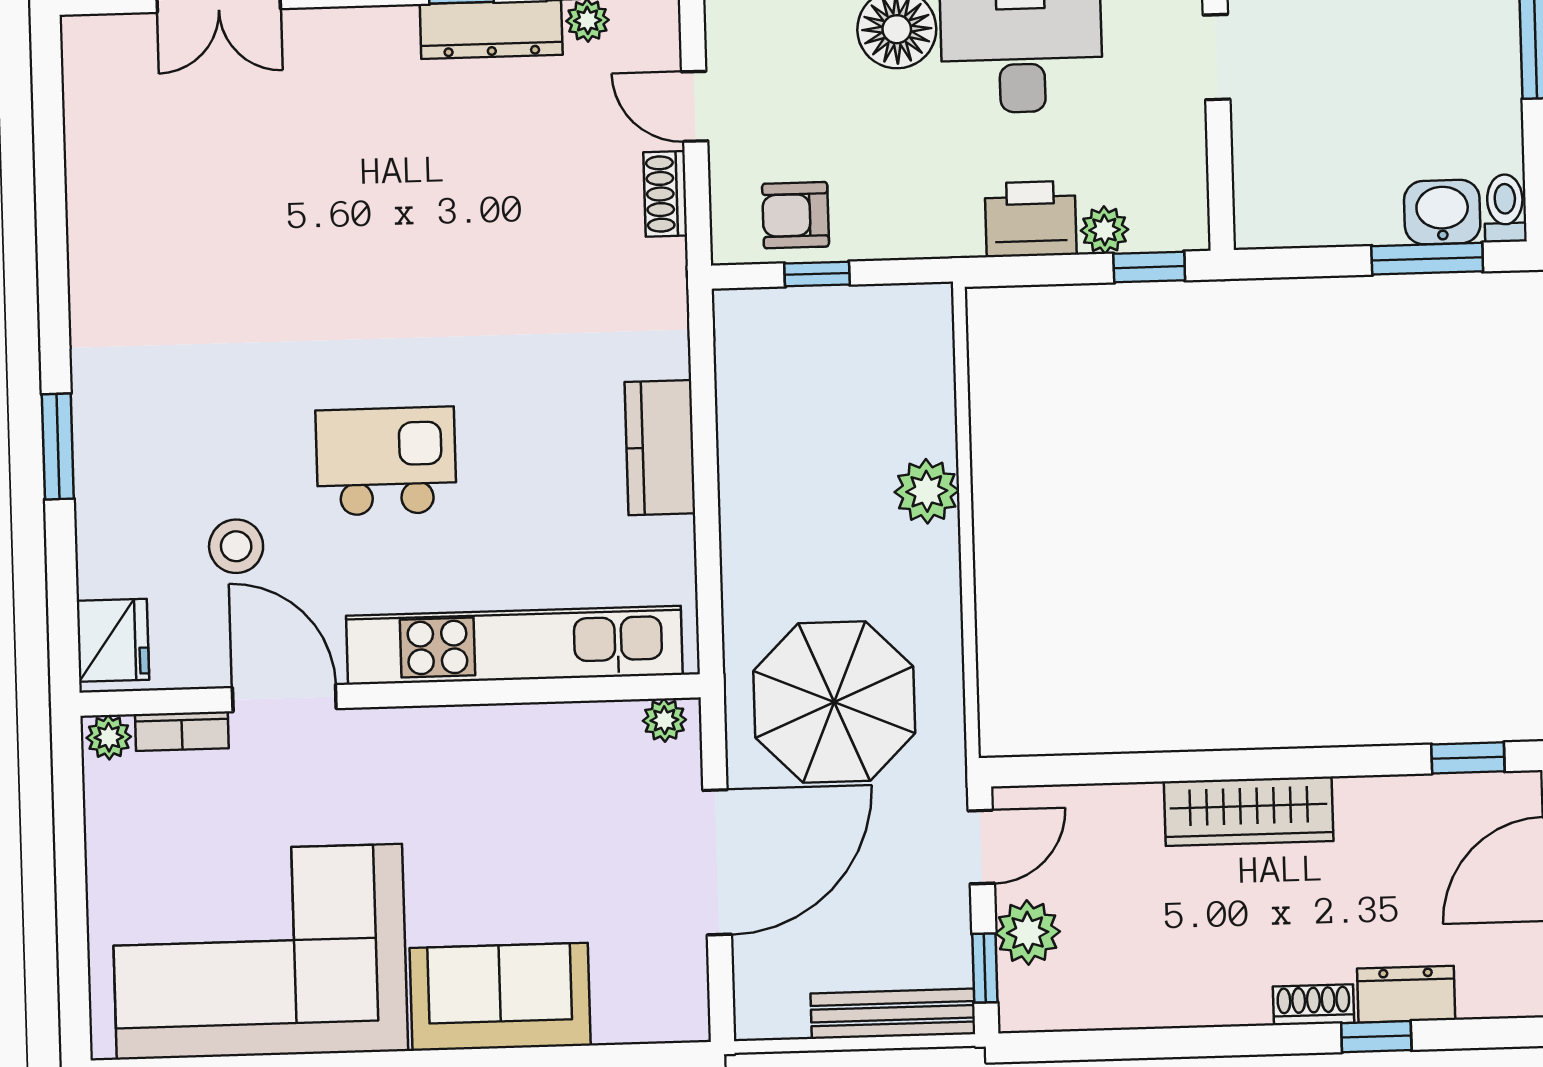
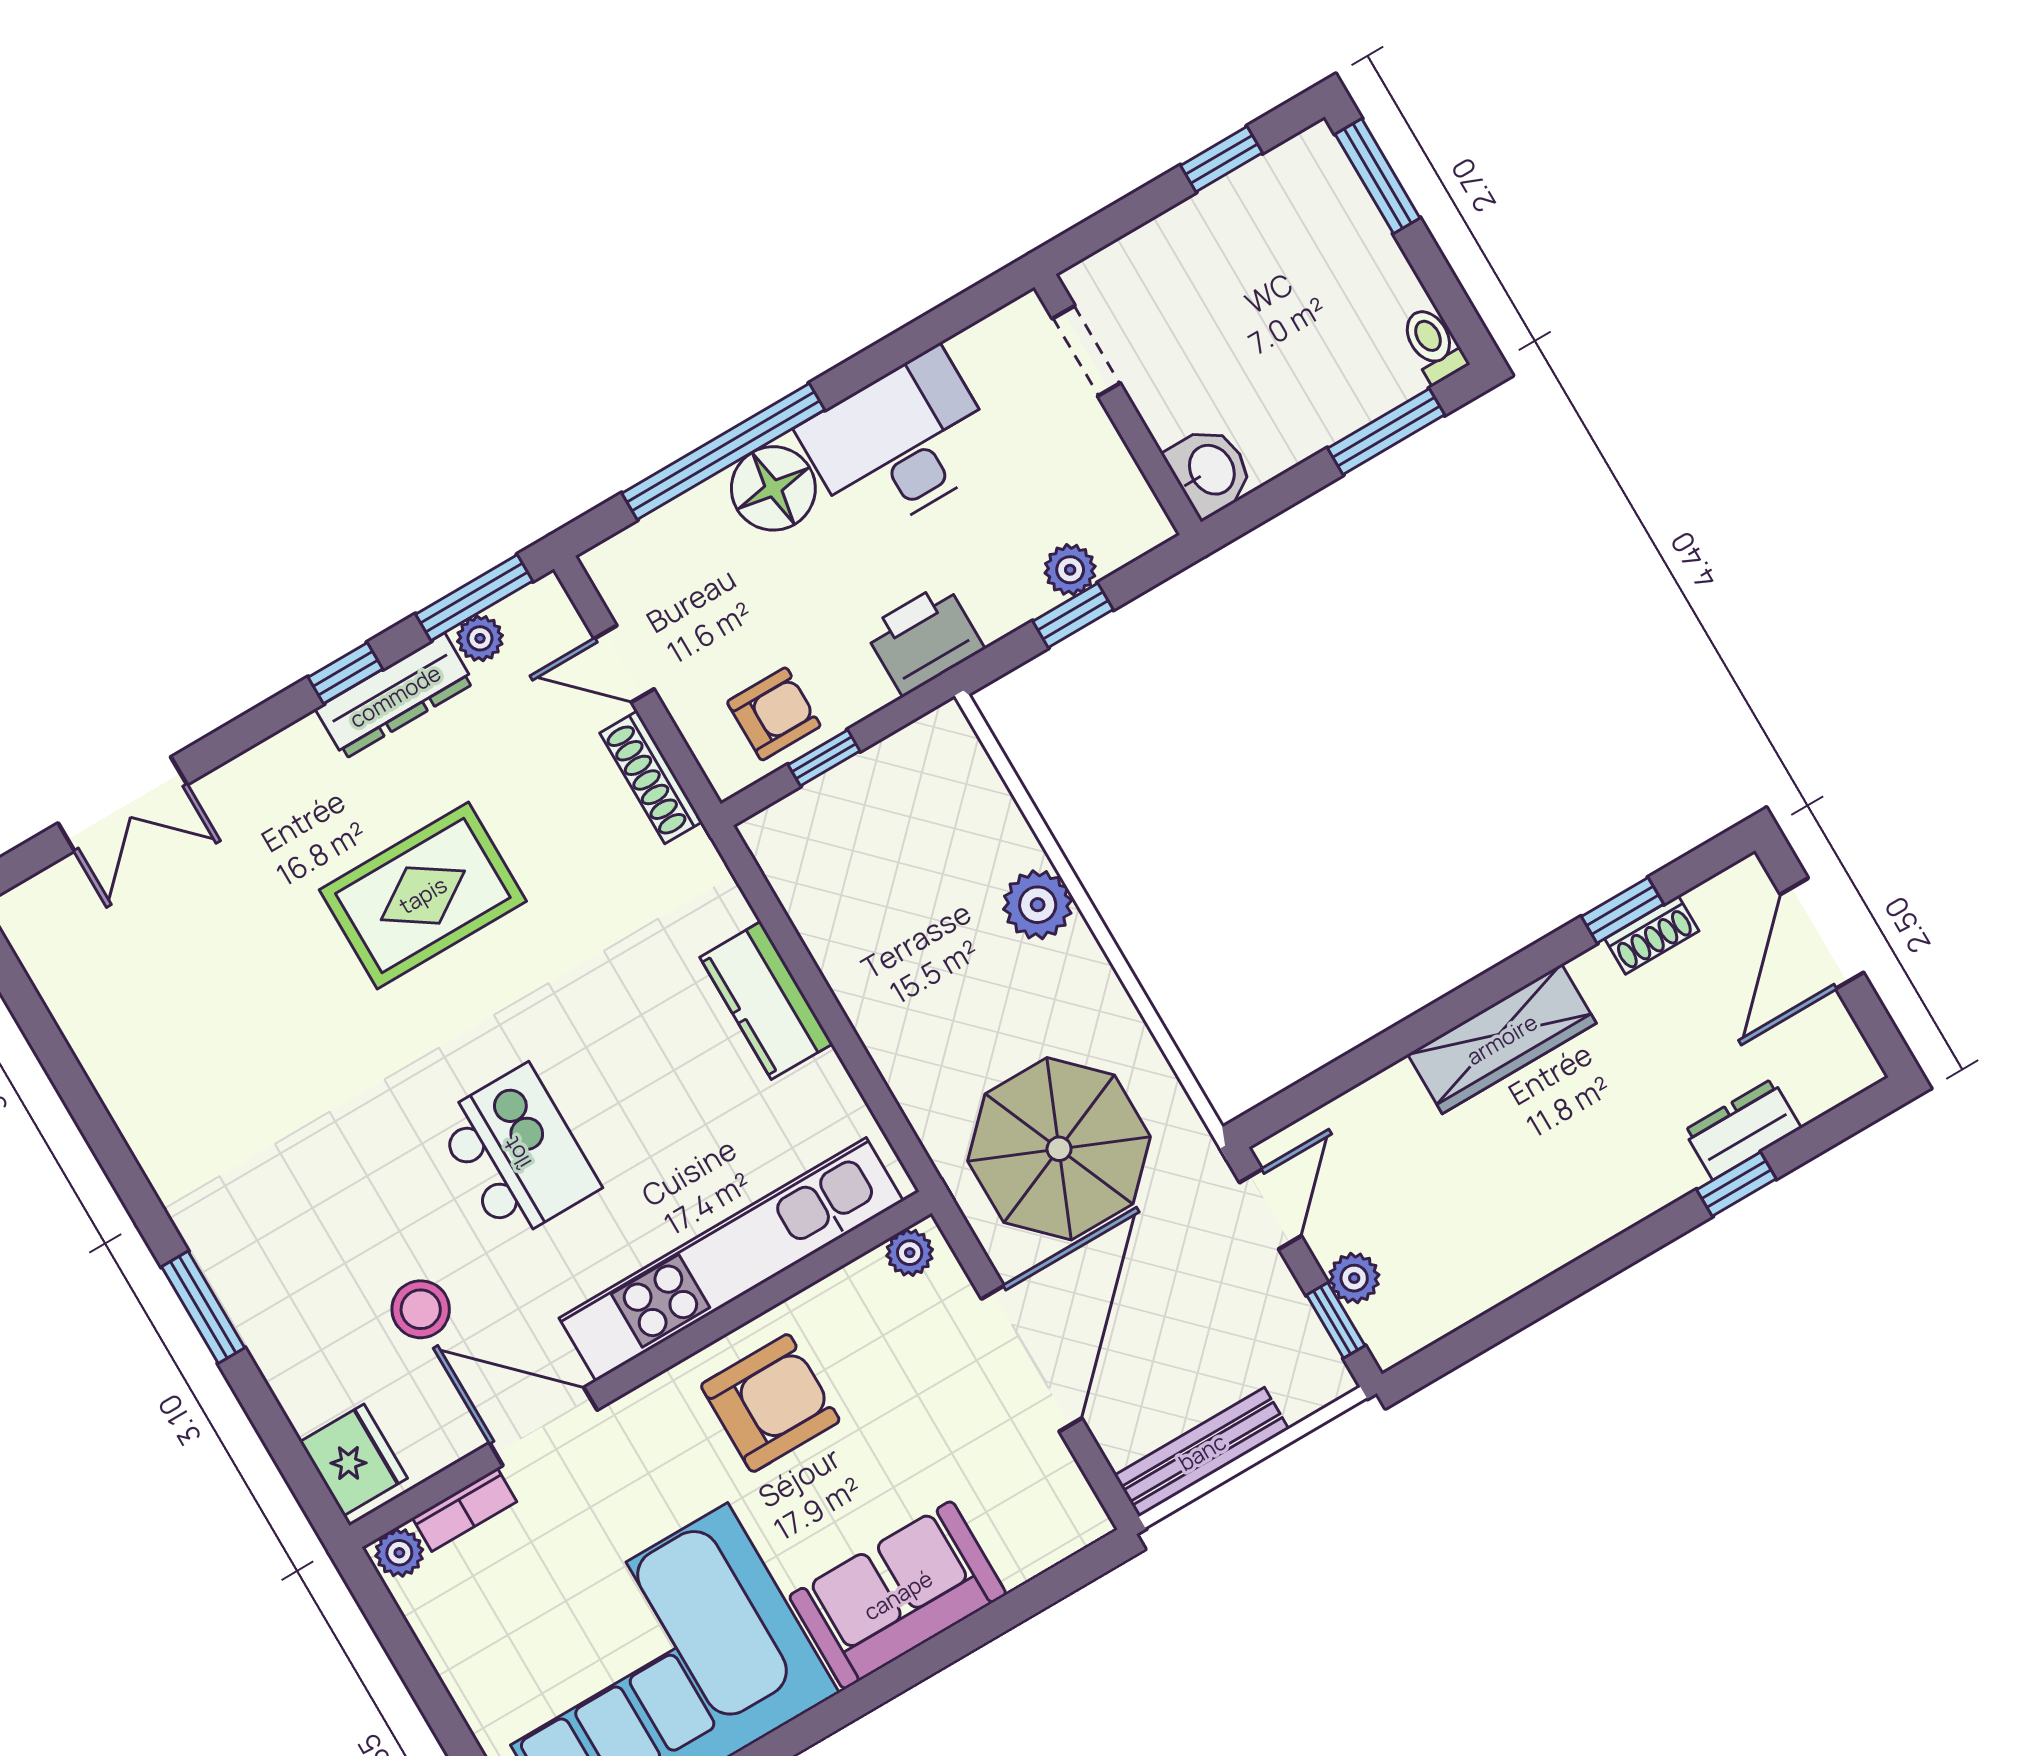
shoe rack: (665, 194) -> (651, 777), width x1.43
rug: (425, 206) -> (423, 895), added
washbasin: (1442, 212) -> (1210, 471), moved, turned 90
armchair: (795, 215) -> (774, 714), turned 180
printer: (1031, 219) -> (924, 639), moved
window: (1149, 267) -> (1073, 615), moved
kitchen island: (386, 461) -> (517, 1153), turned 90
window: (1468, 758) -> (1623, 910), moved
armchair: (482, 781) -> (770, 1403), added
plant: (1028, 932) -> (1354, 1278), width x0.73, depth x0.73
shoe rack: (1314, 1005) -> (1652, 935), moved, turned 180
bench: (893, 1014) -> (1202, 1452), moved

